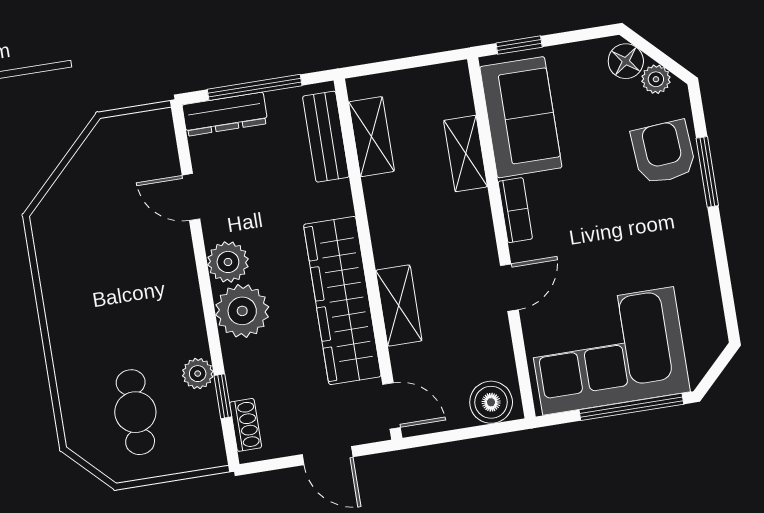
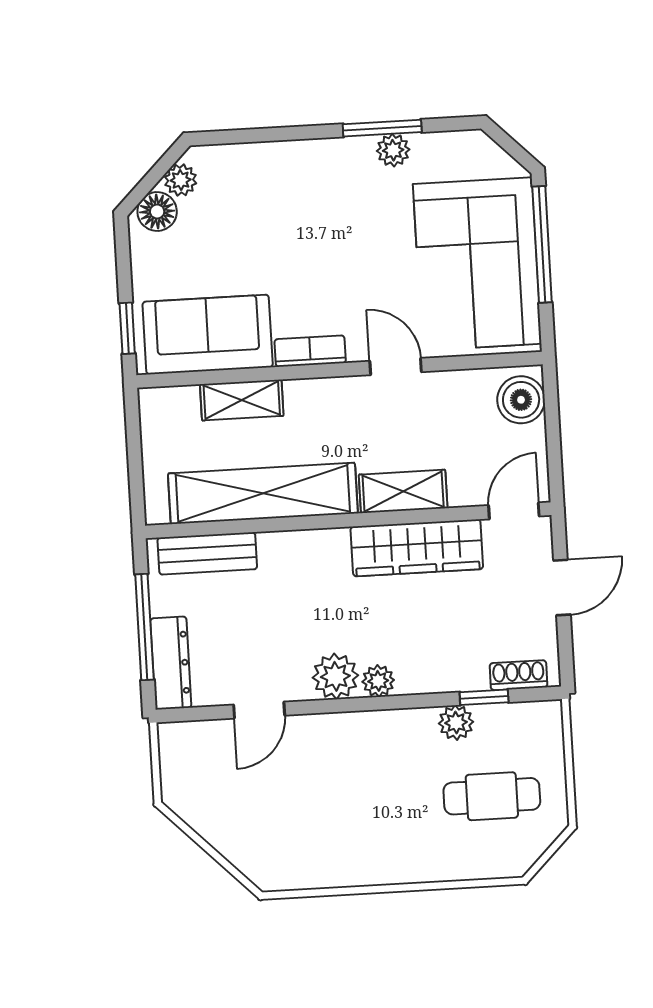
shelving: (371, 137) -> (263, 493), width x2.20, depth x1.33
armchair: (663, 152) -> (263, 180), removed
window: (707, 172) -> (382, 128), moved
plant: (702, 266) -> (393, 150), added
wardrobe: (342, 300) -> (417, 548), width x0.71, depth x0.85
plant: (242, 311) -> (378, 681), width x0.53, depth x0.53

